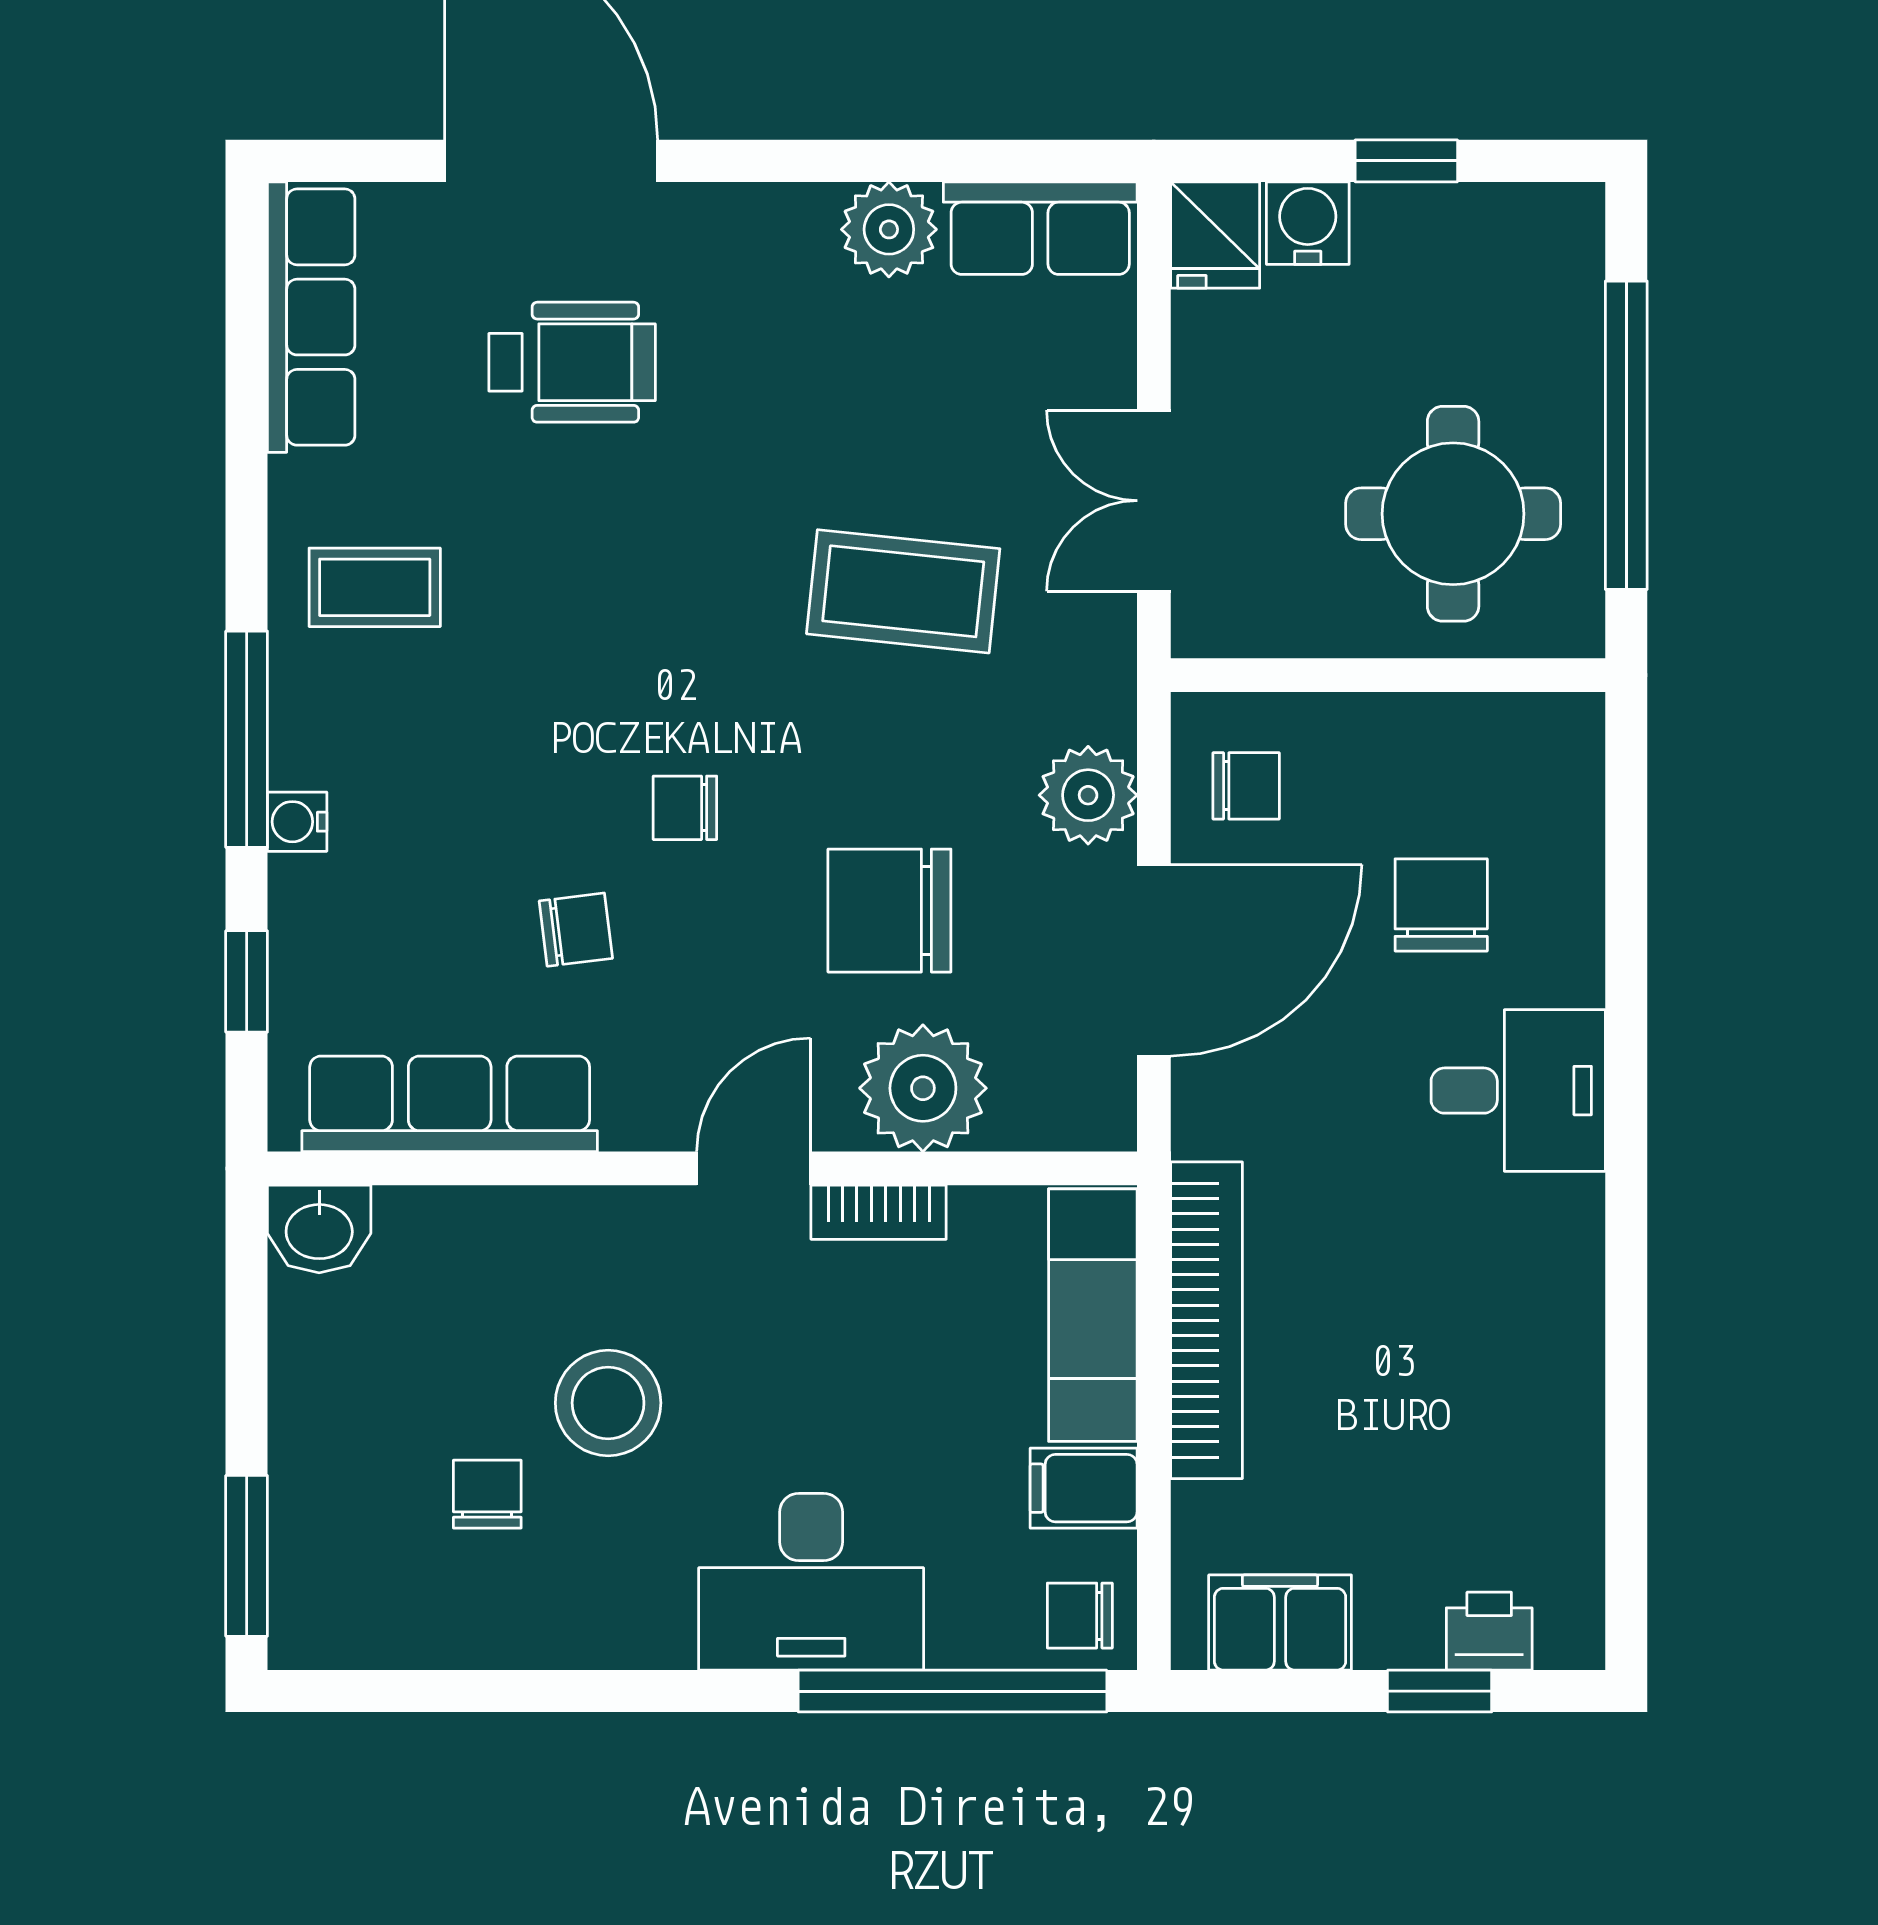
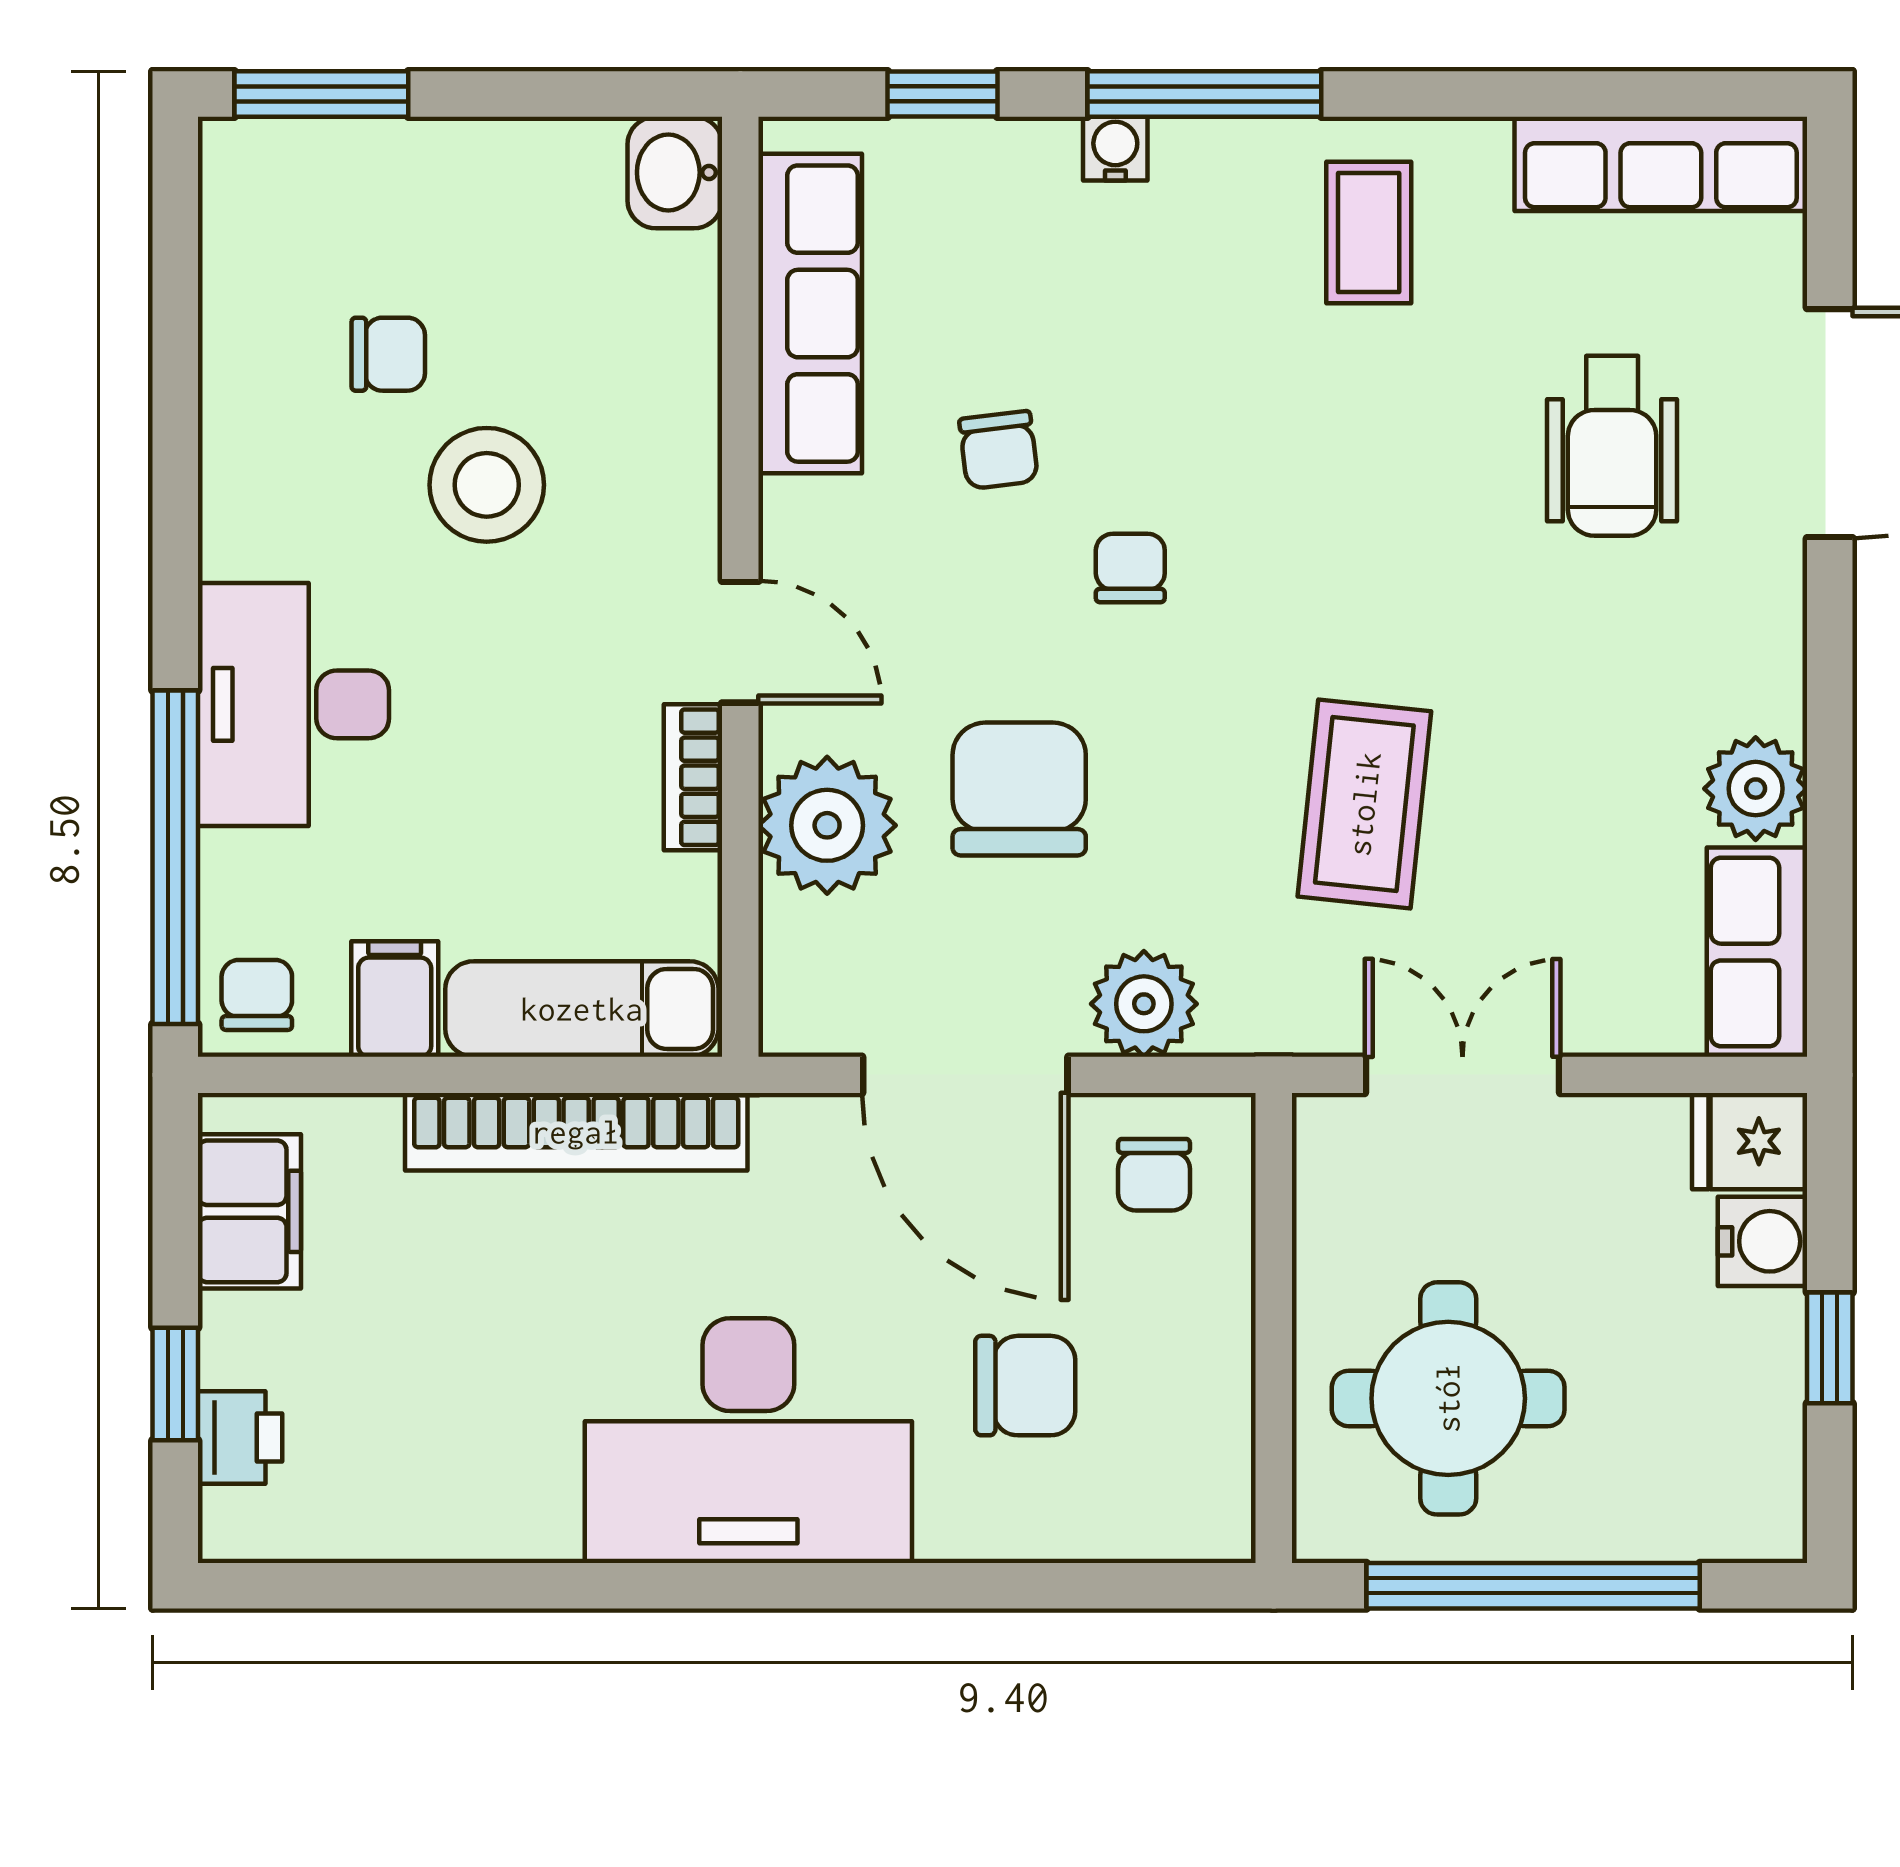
desk: (1518, 1091) -> (748, 1441), width x1.87, depth x1.30

